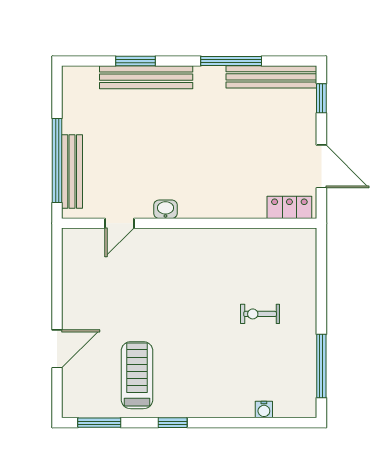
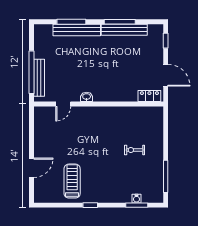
window: (136, 61) -> (71, 22), width x1.44
bench: (271, 77) -> (124, 30), moved
window: (99, 423) -> (137, 205), moved

